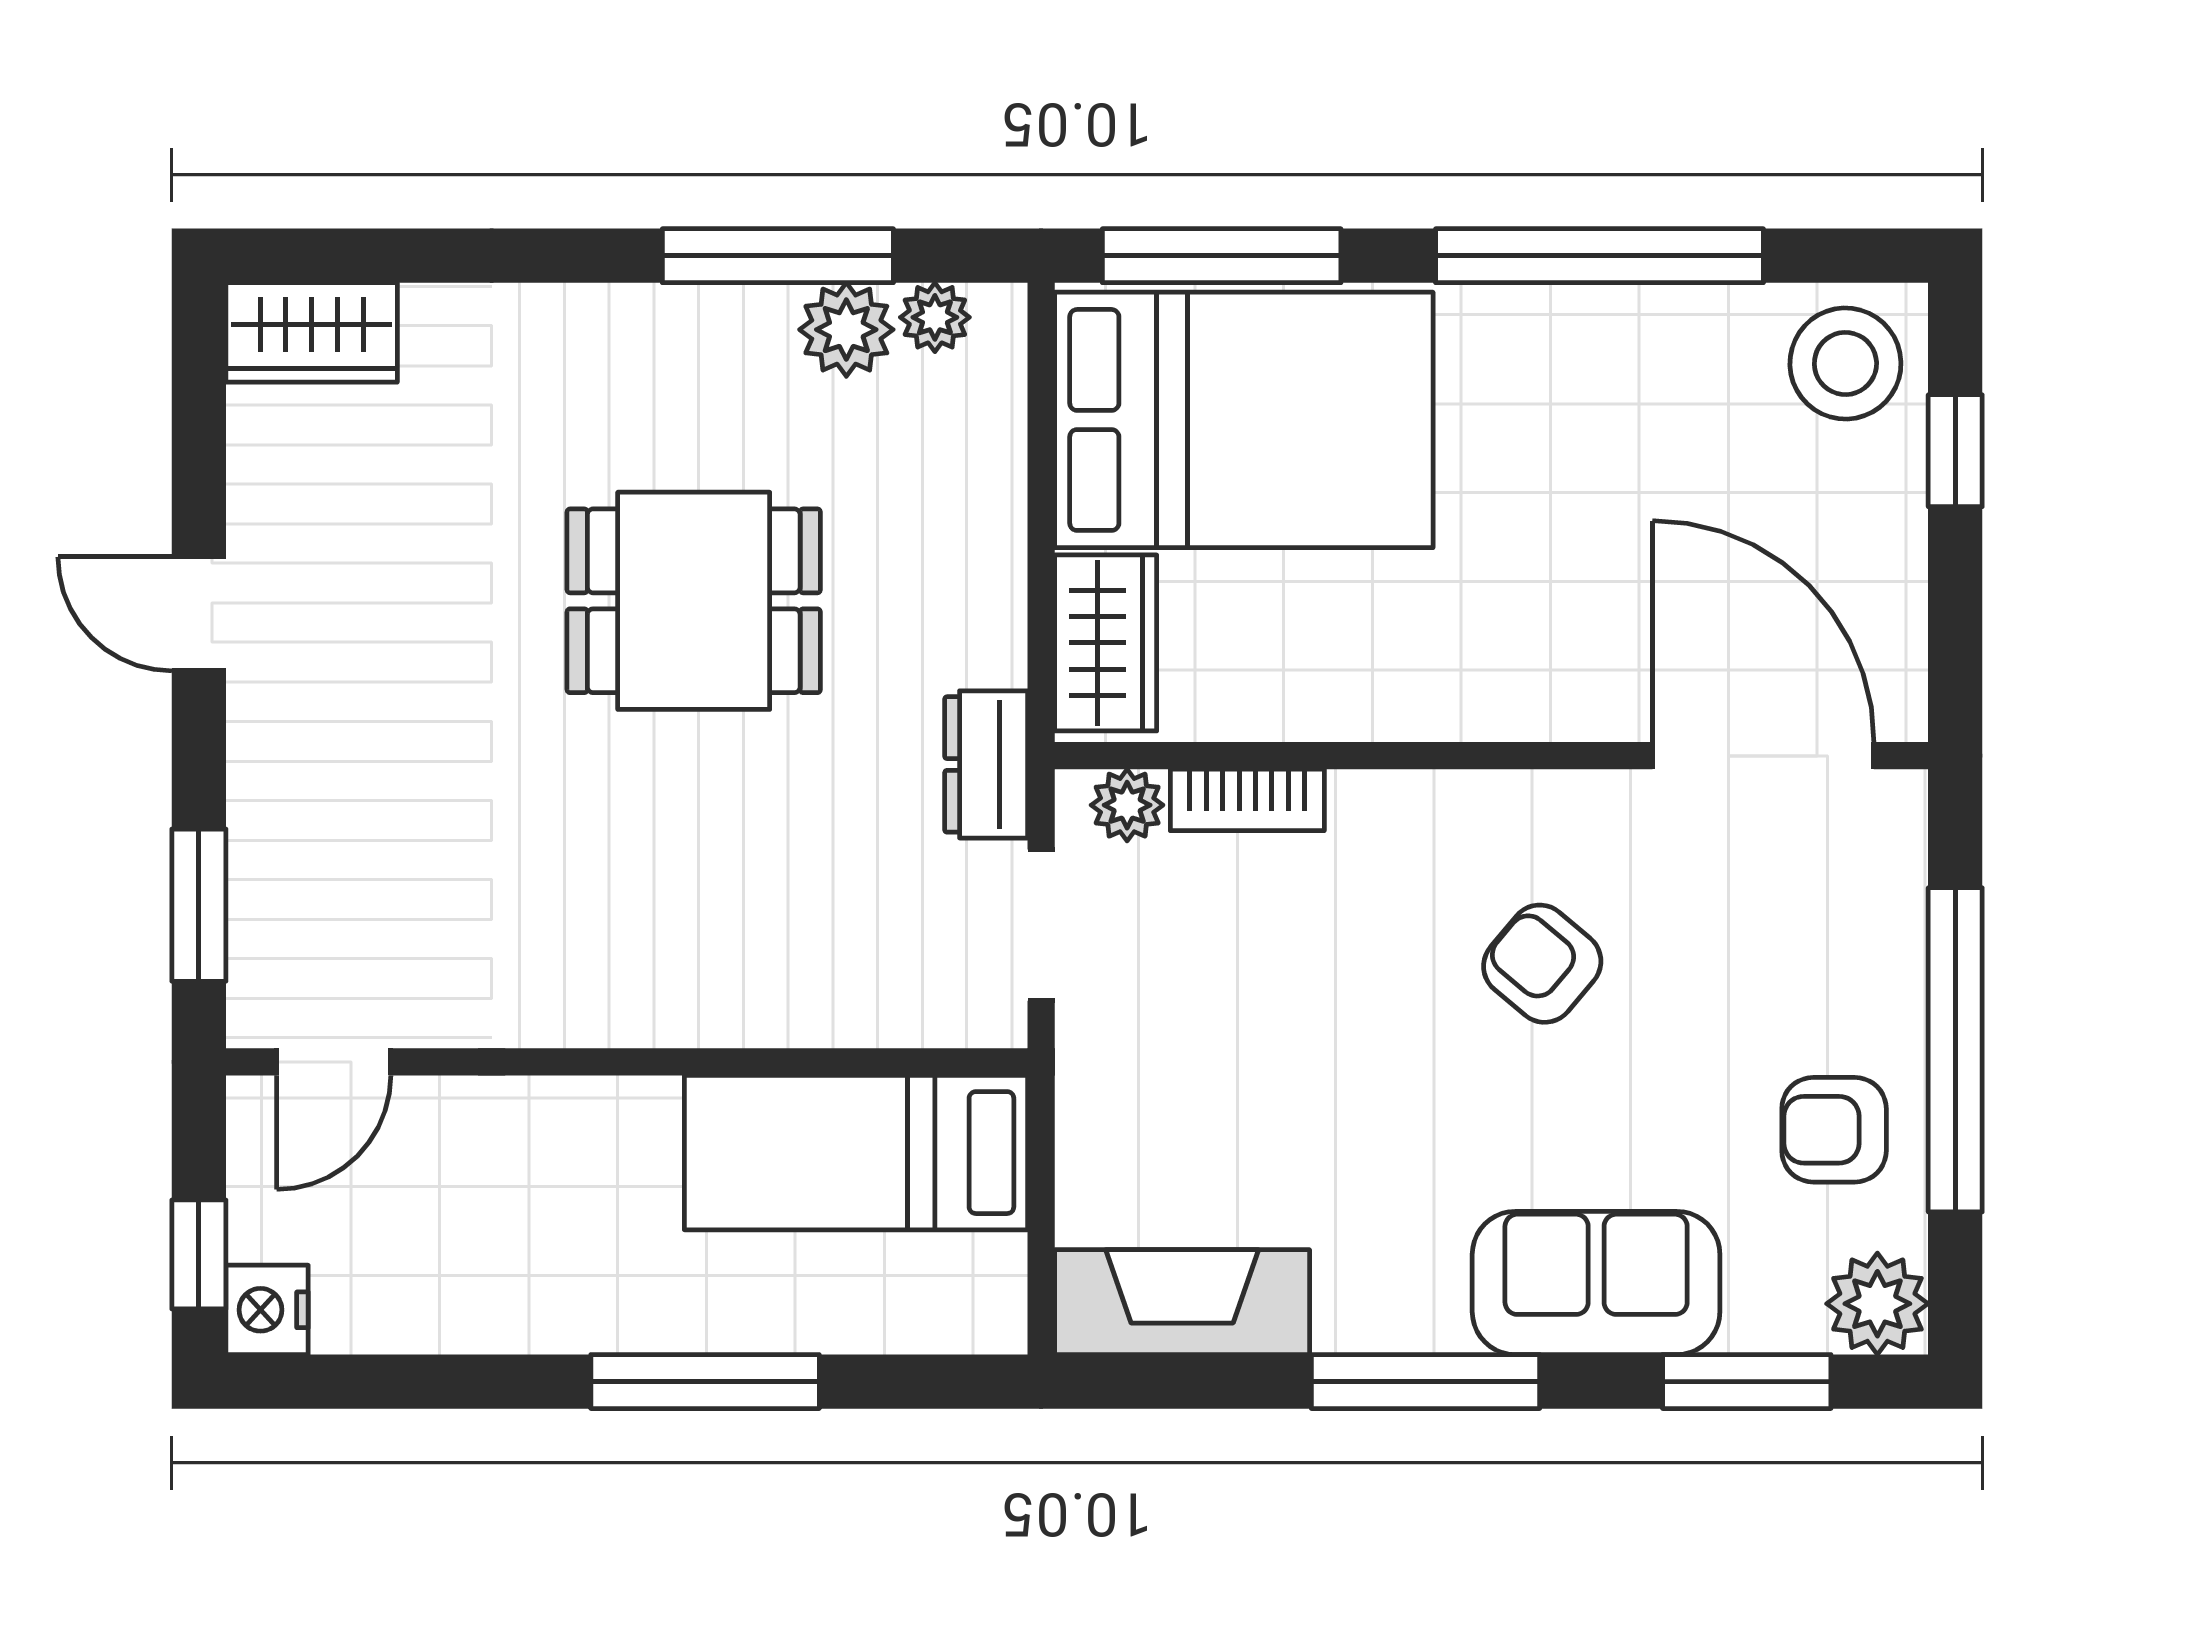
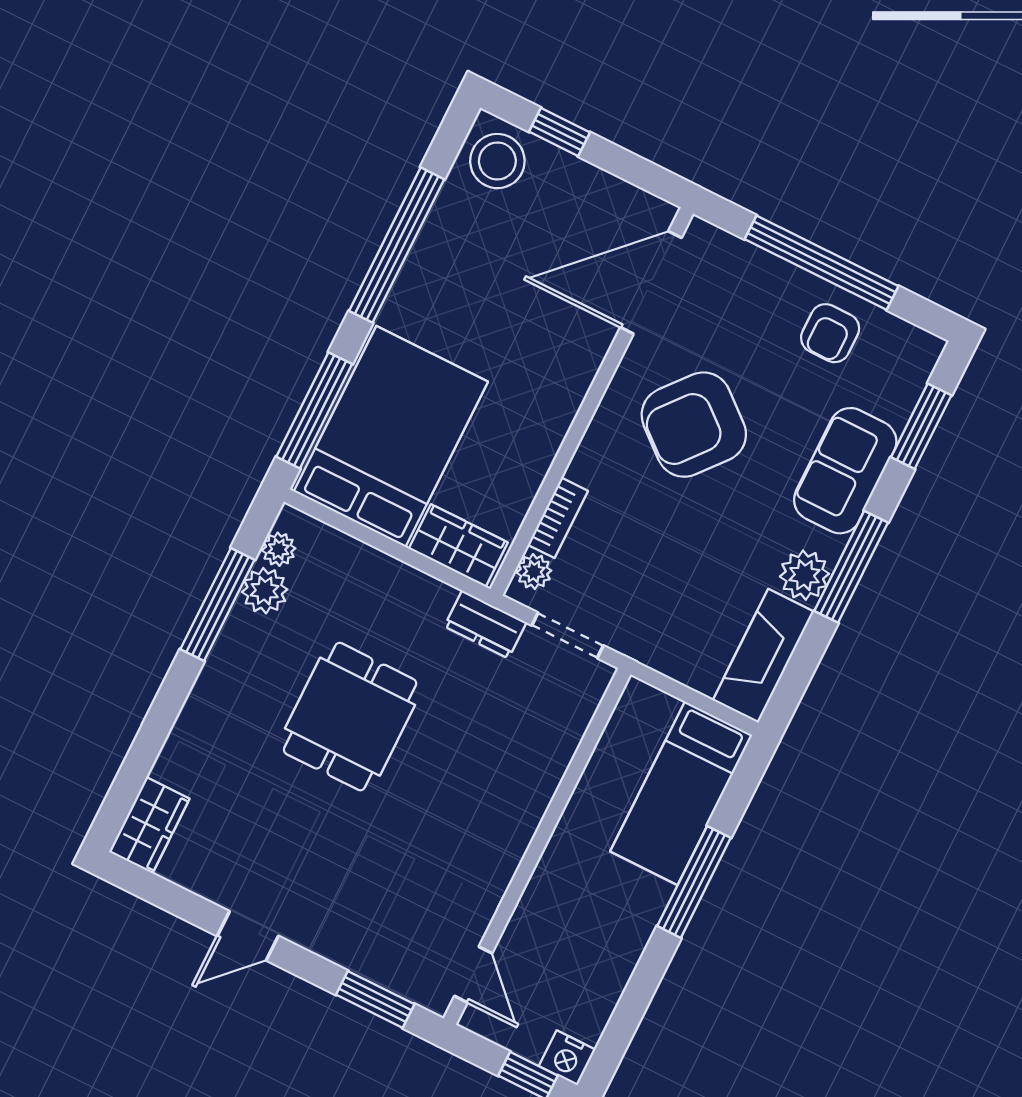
armchair: (1542, 964) -> (694, 425), width x1.88, depth x1.88
bed: (856, 1153) -> (681, 793), moved
plant: (1877, 1304) -> (804, 575), moved

